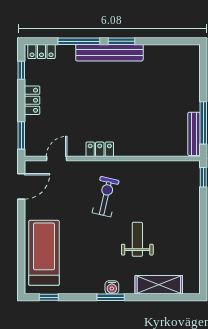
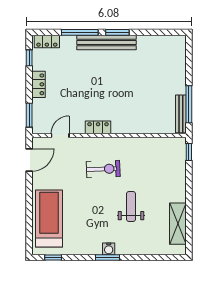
exercise bike: (106, 197) -> (103, 169), turned 75
shelving: (159, 285) -> (178, 224), moved, turned 90

